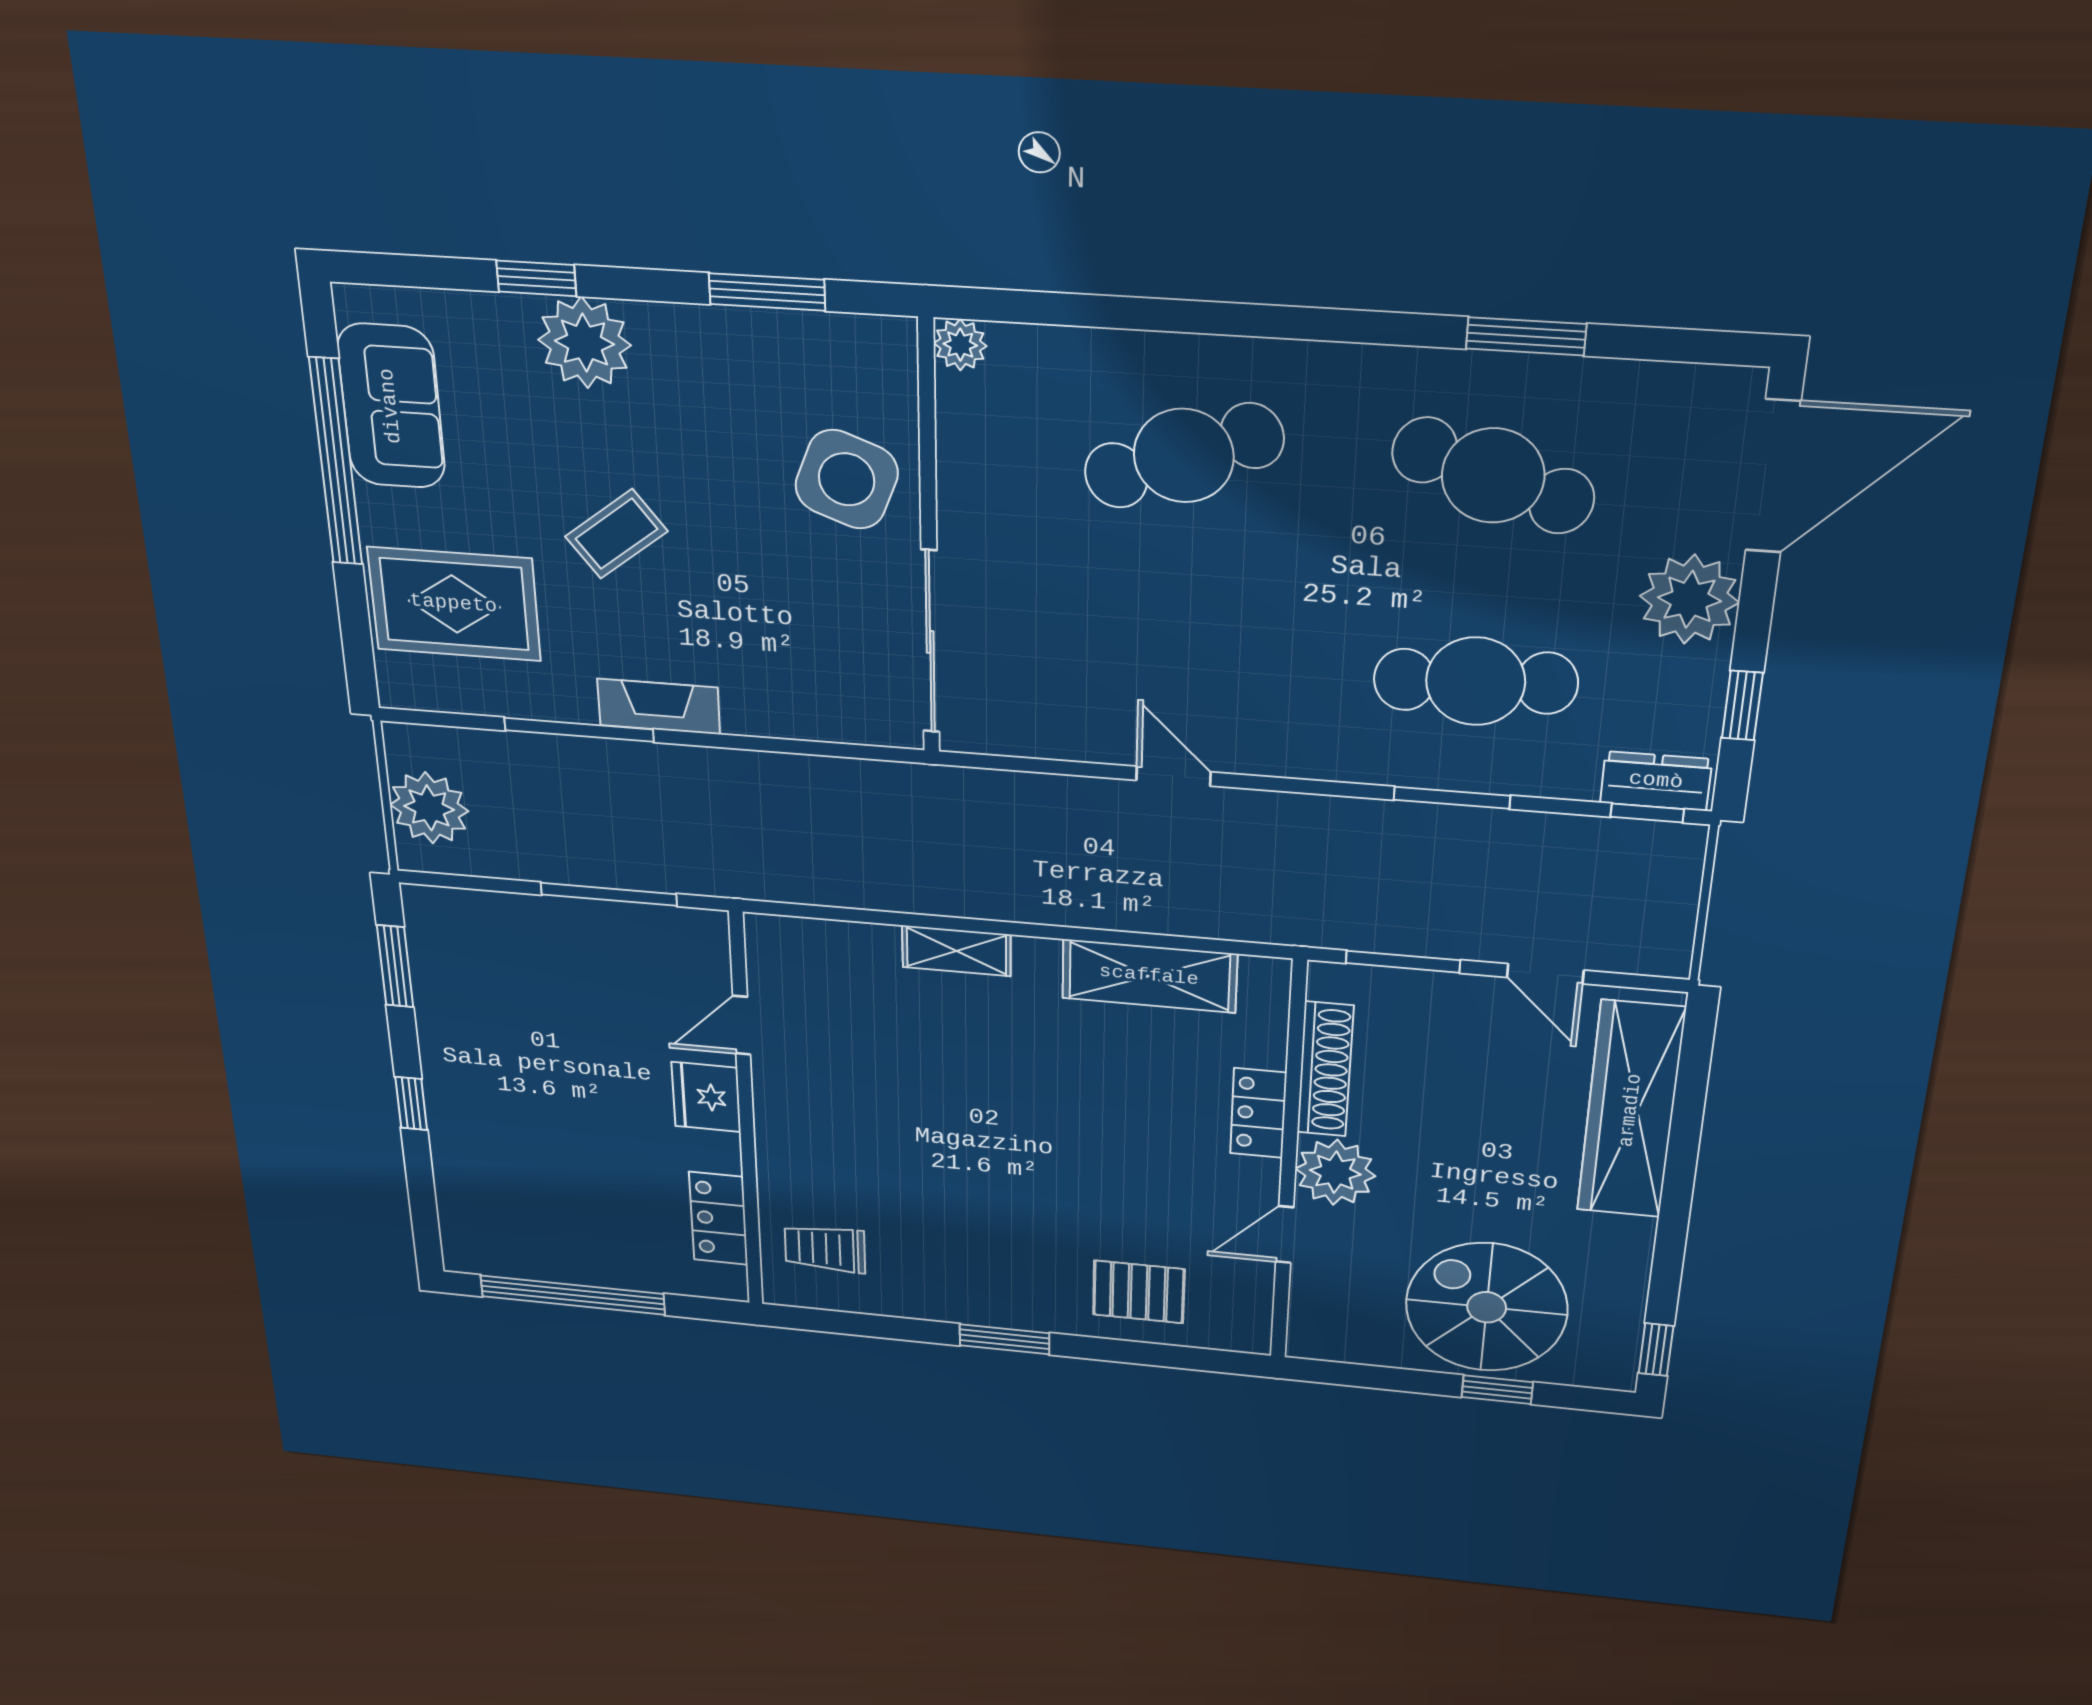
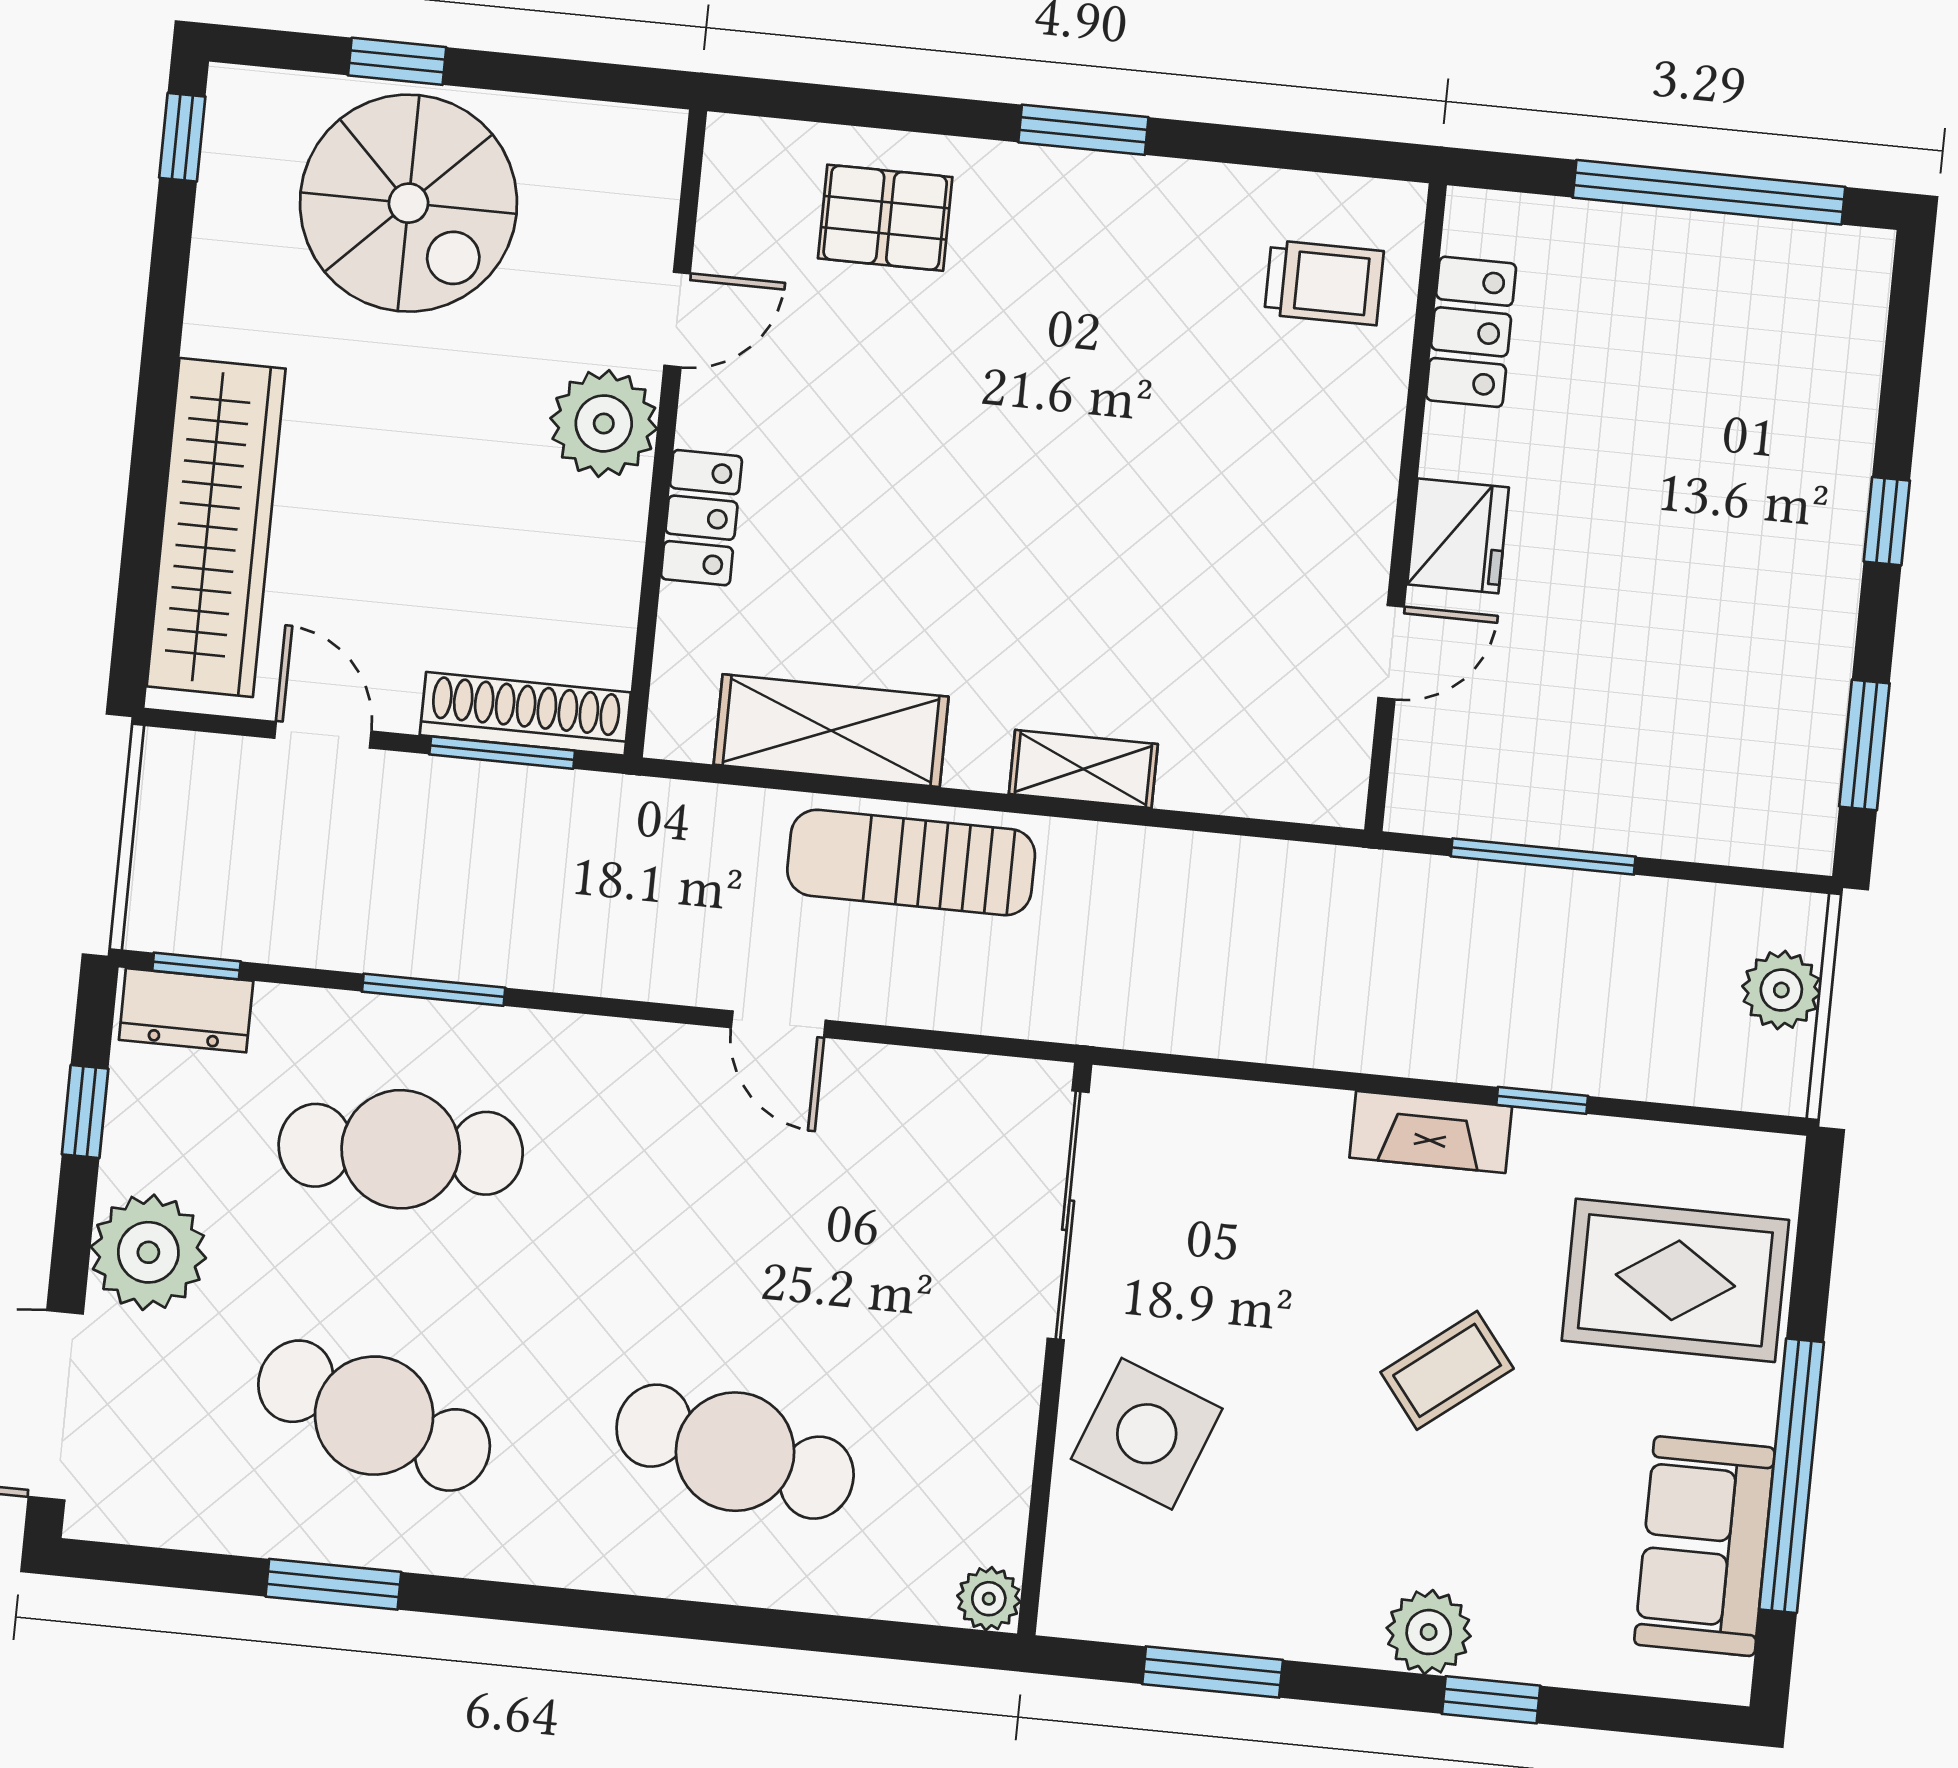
plant: (585, 343) -> (1429, 1632), width x0.73, depth x0.73
cafe table: (1184, 456) -> (735, 1452), turned 33
window: (579, 730) -> (1542, 1100), width x0.46
plant: (429, 808) -> (1781, 990), width x0.73, depth x0.73
sun lounger: (1080, 888) -> (911, 862), added
shoe rack: (1325, 1069) -> (525, 714), moved, turned 90

